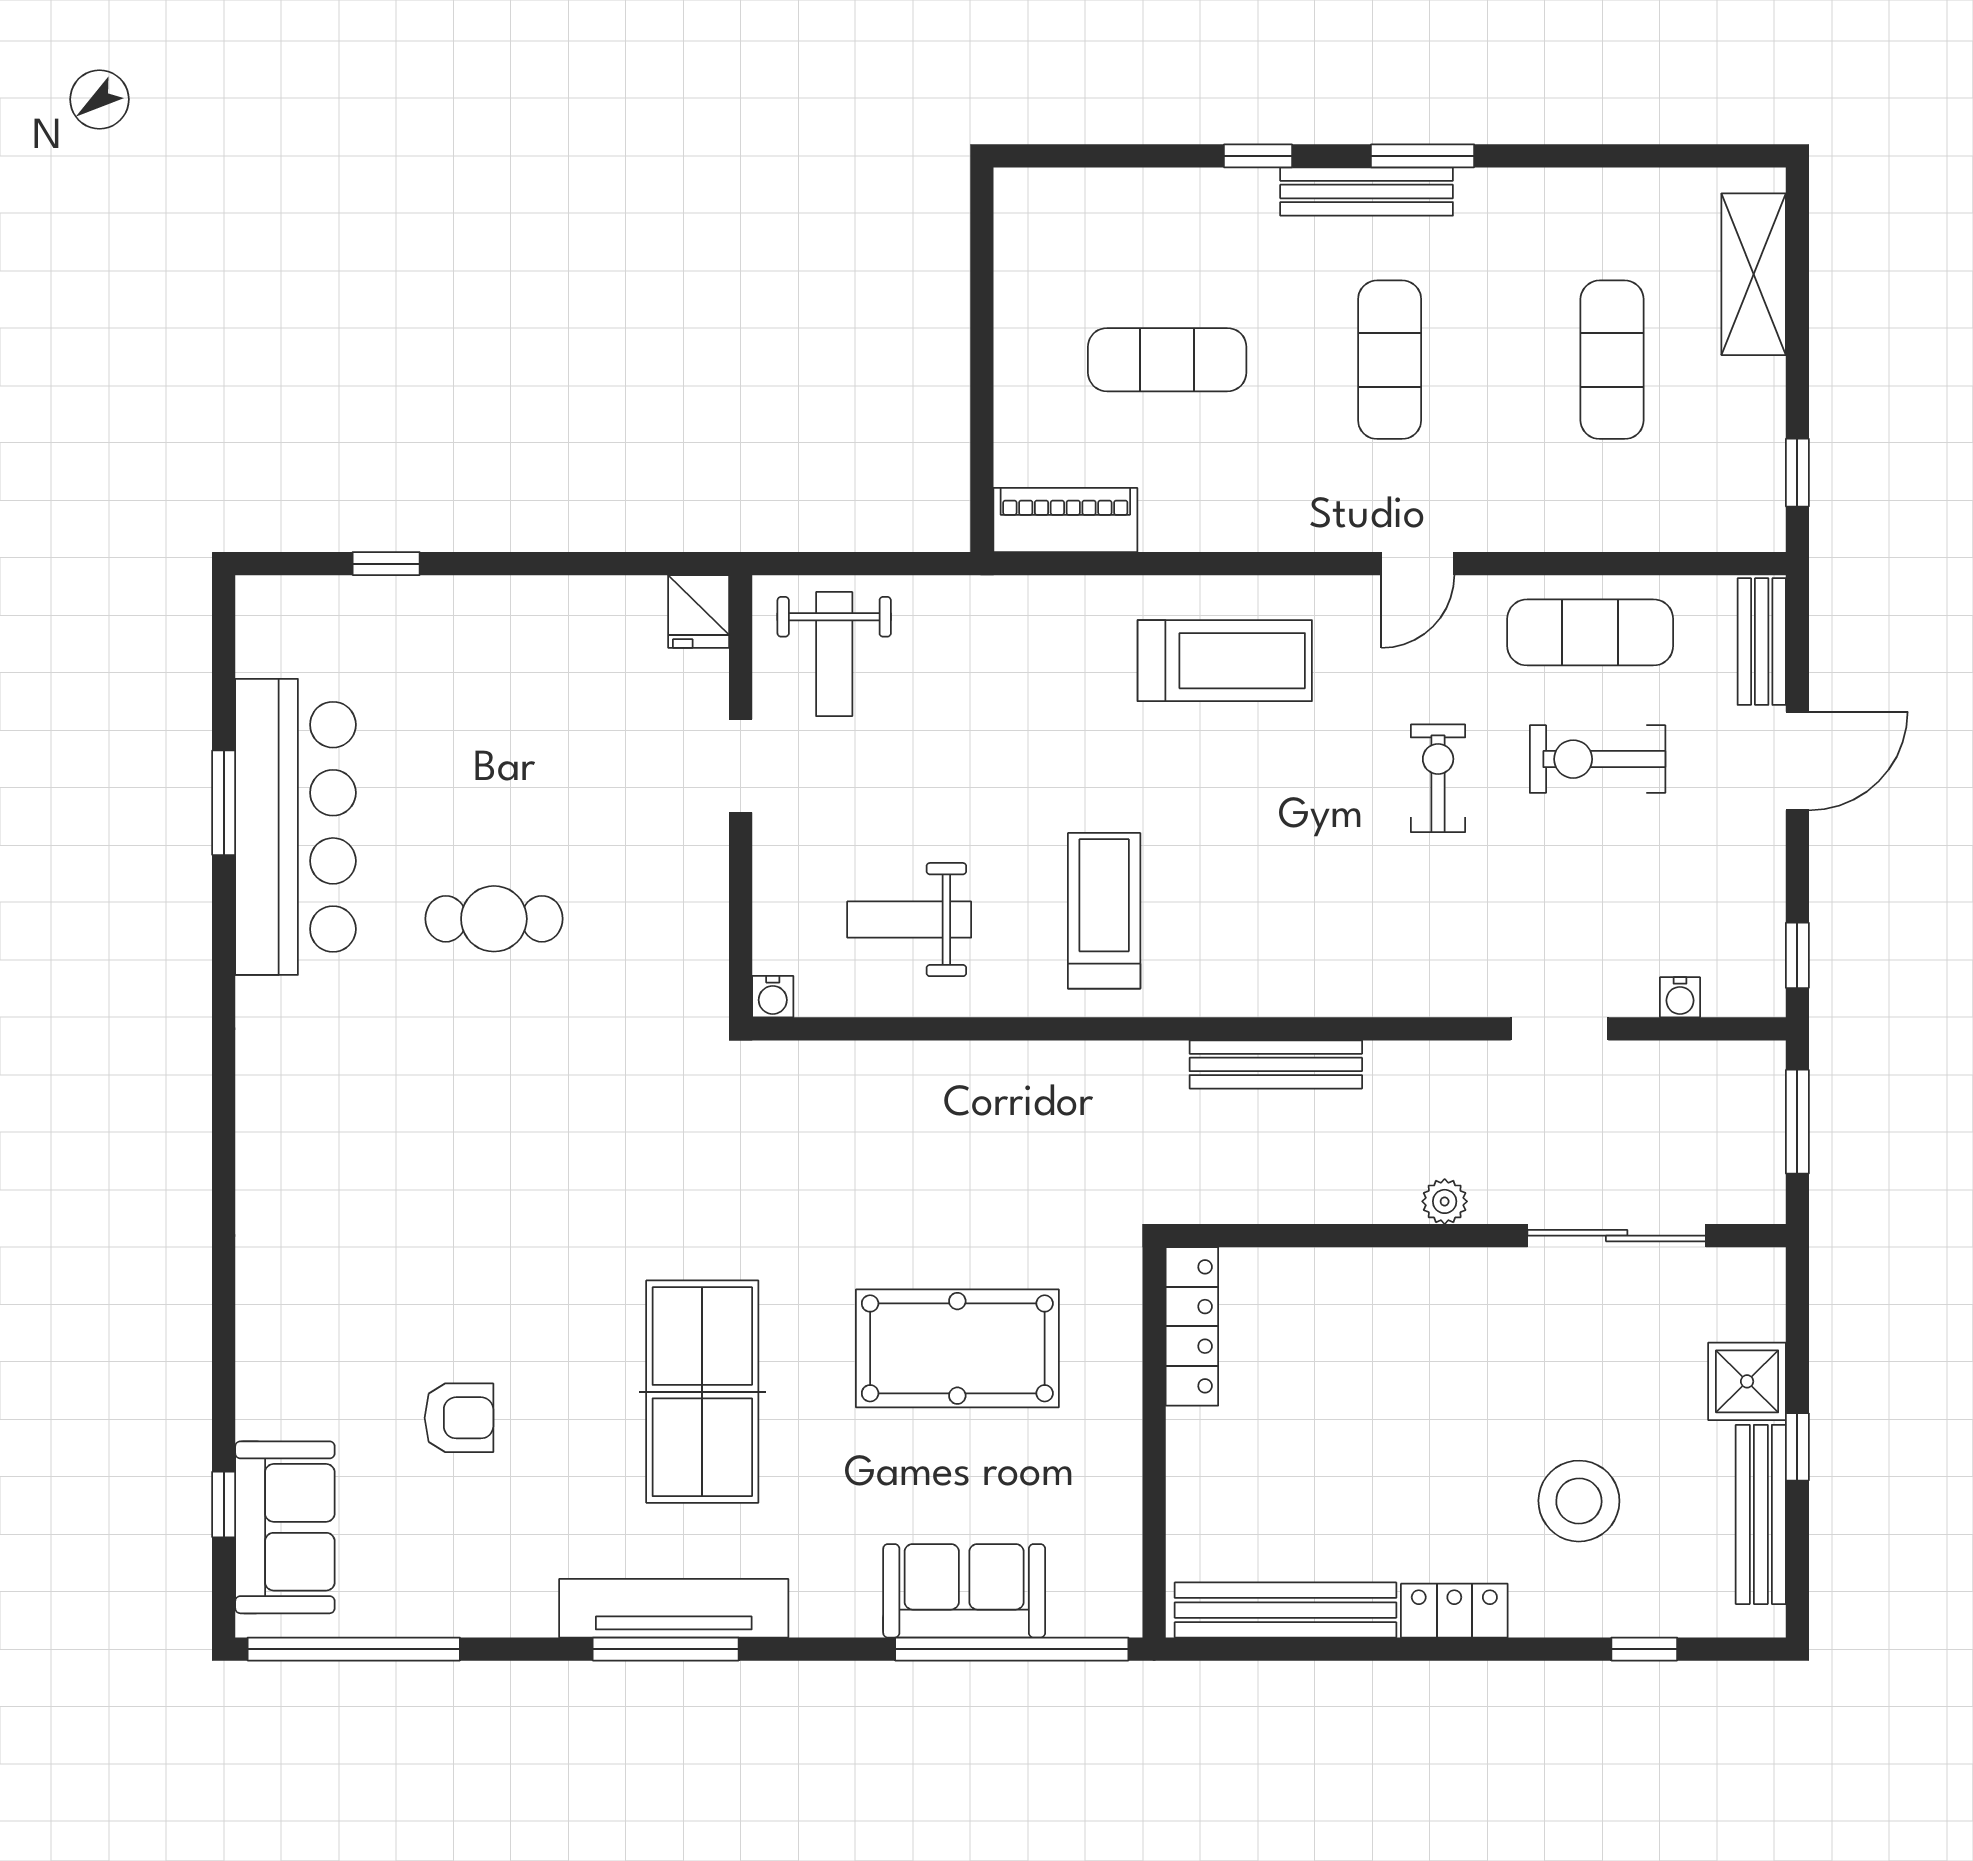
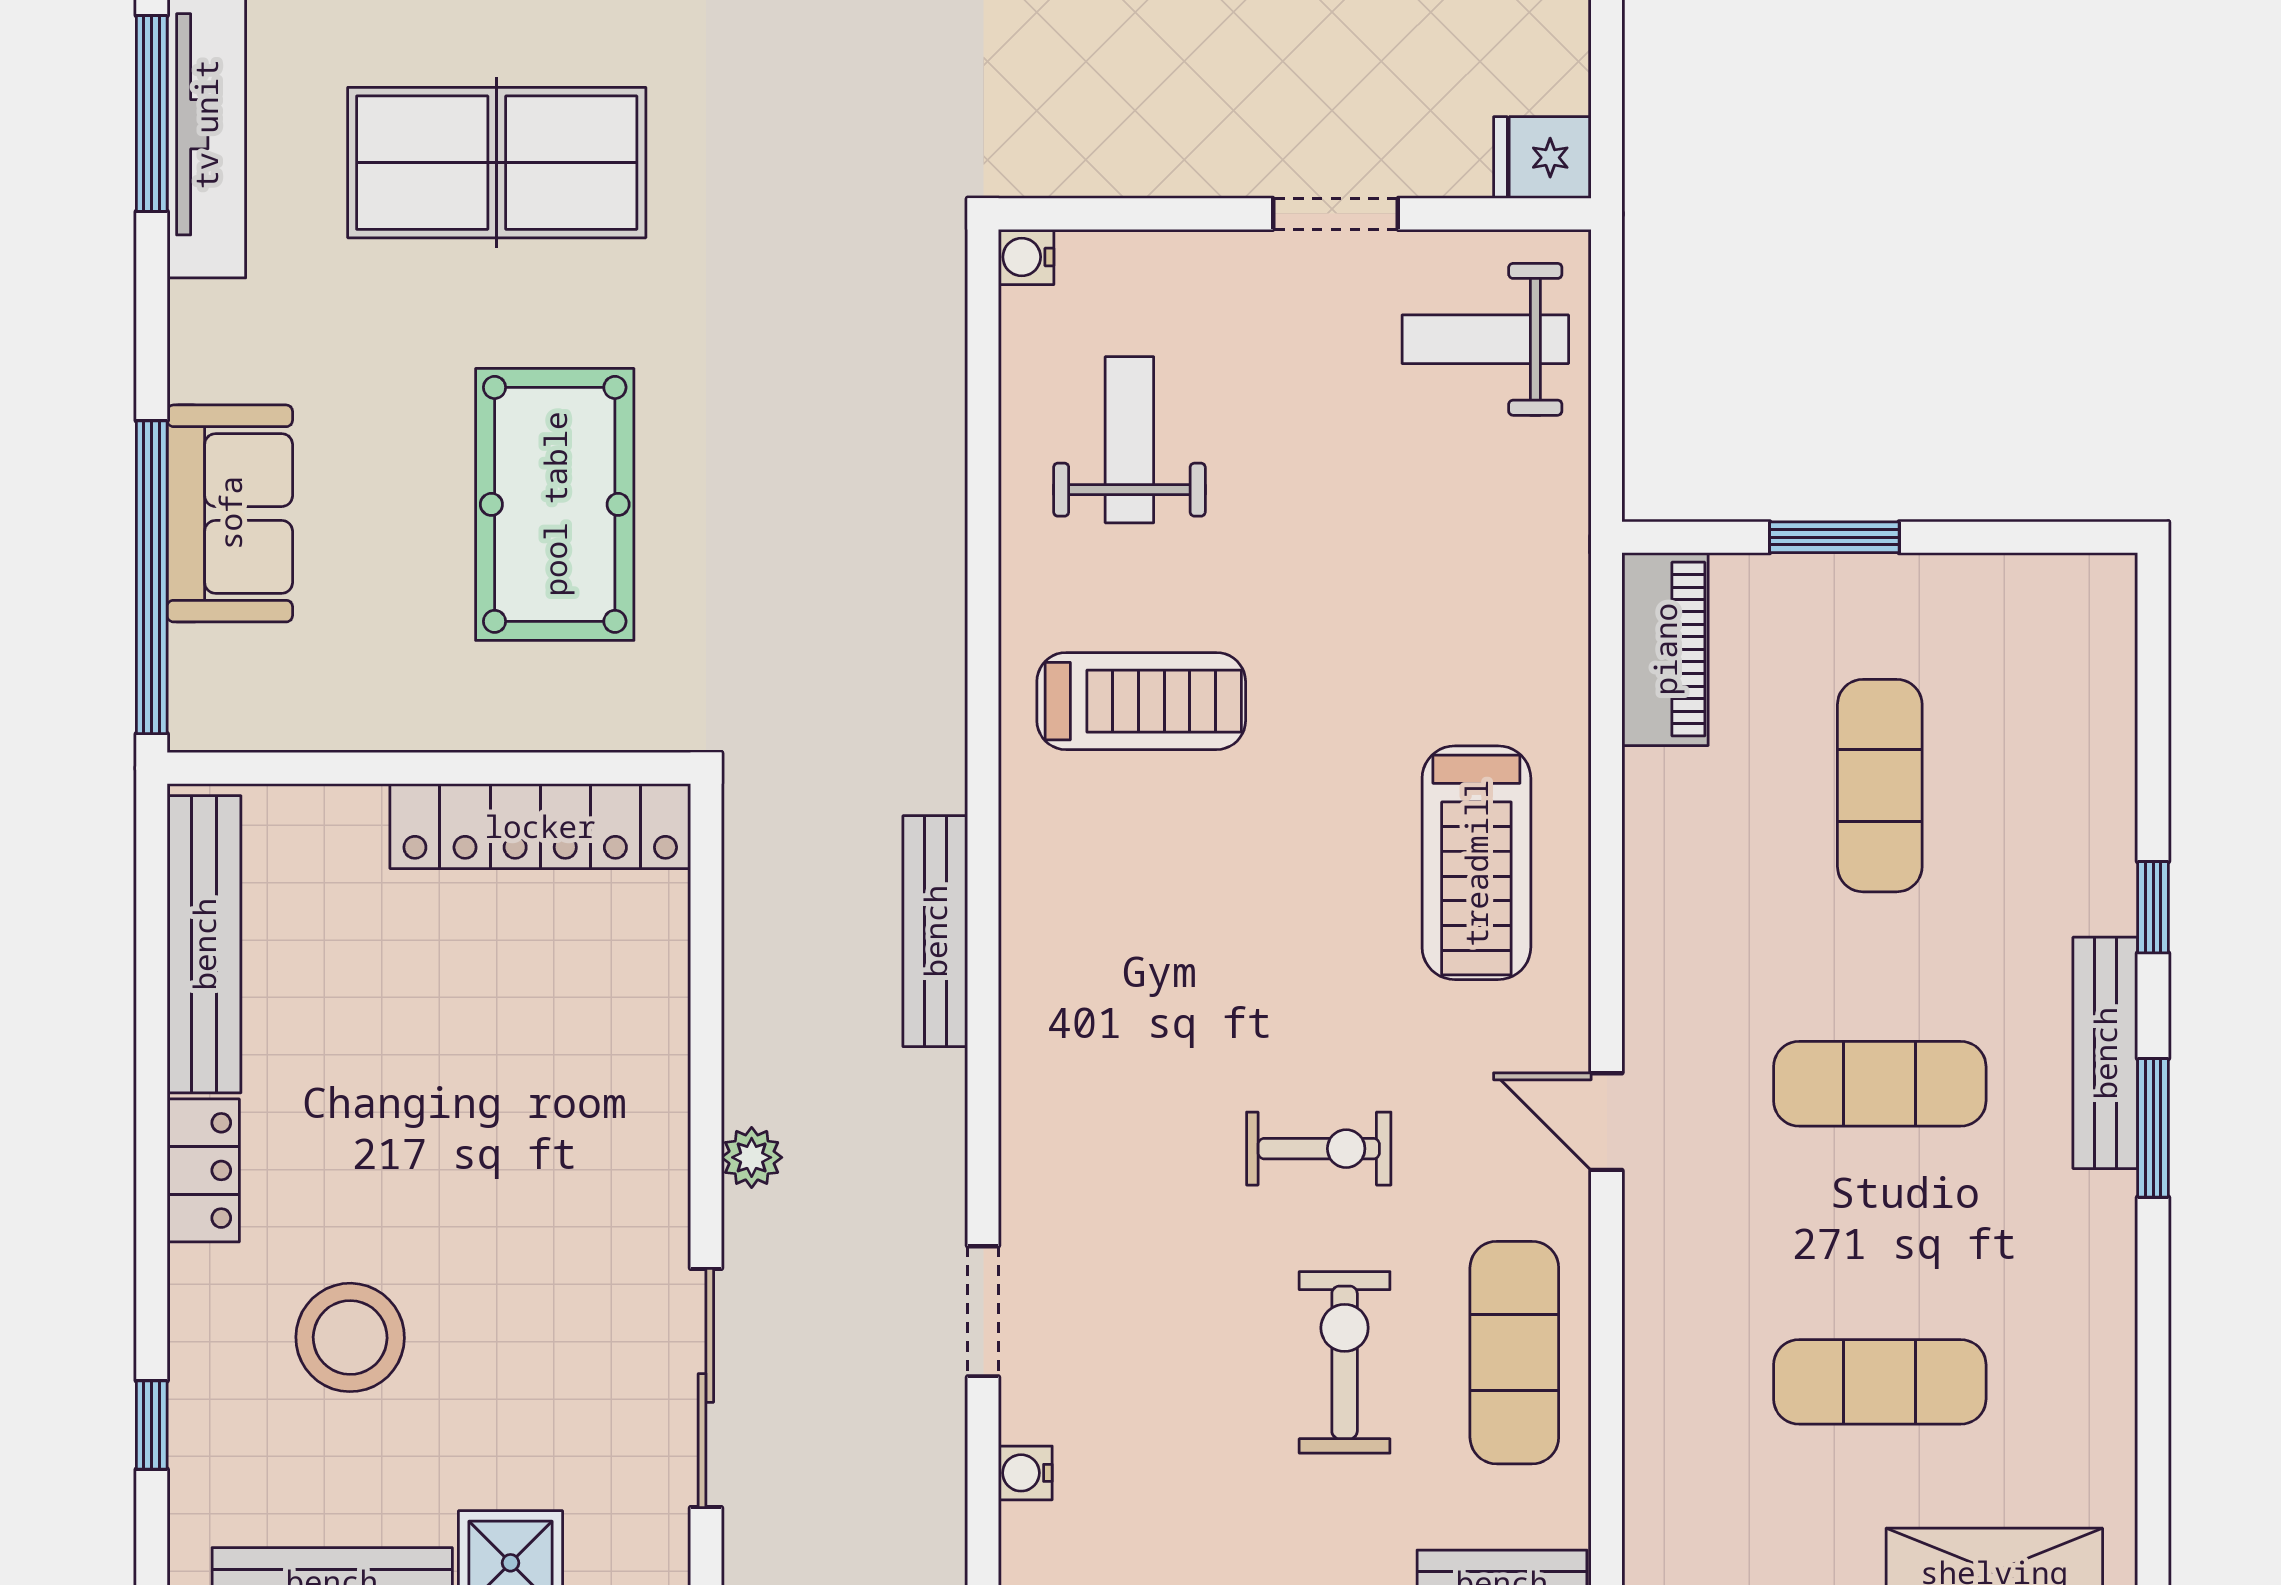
window: (982, 394) -> (1834, 537), added
locker: (1192, 1326) -> (540, 826), width x1.41, depth x1.21

